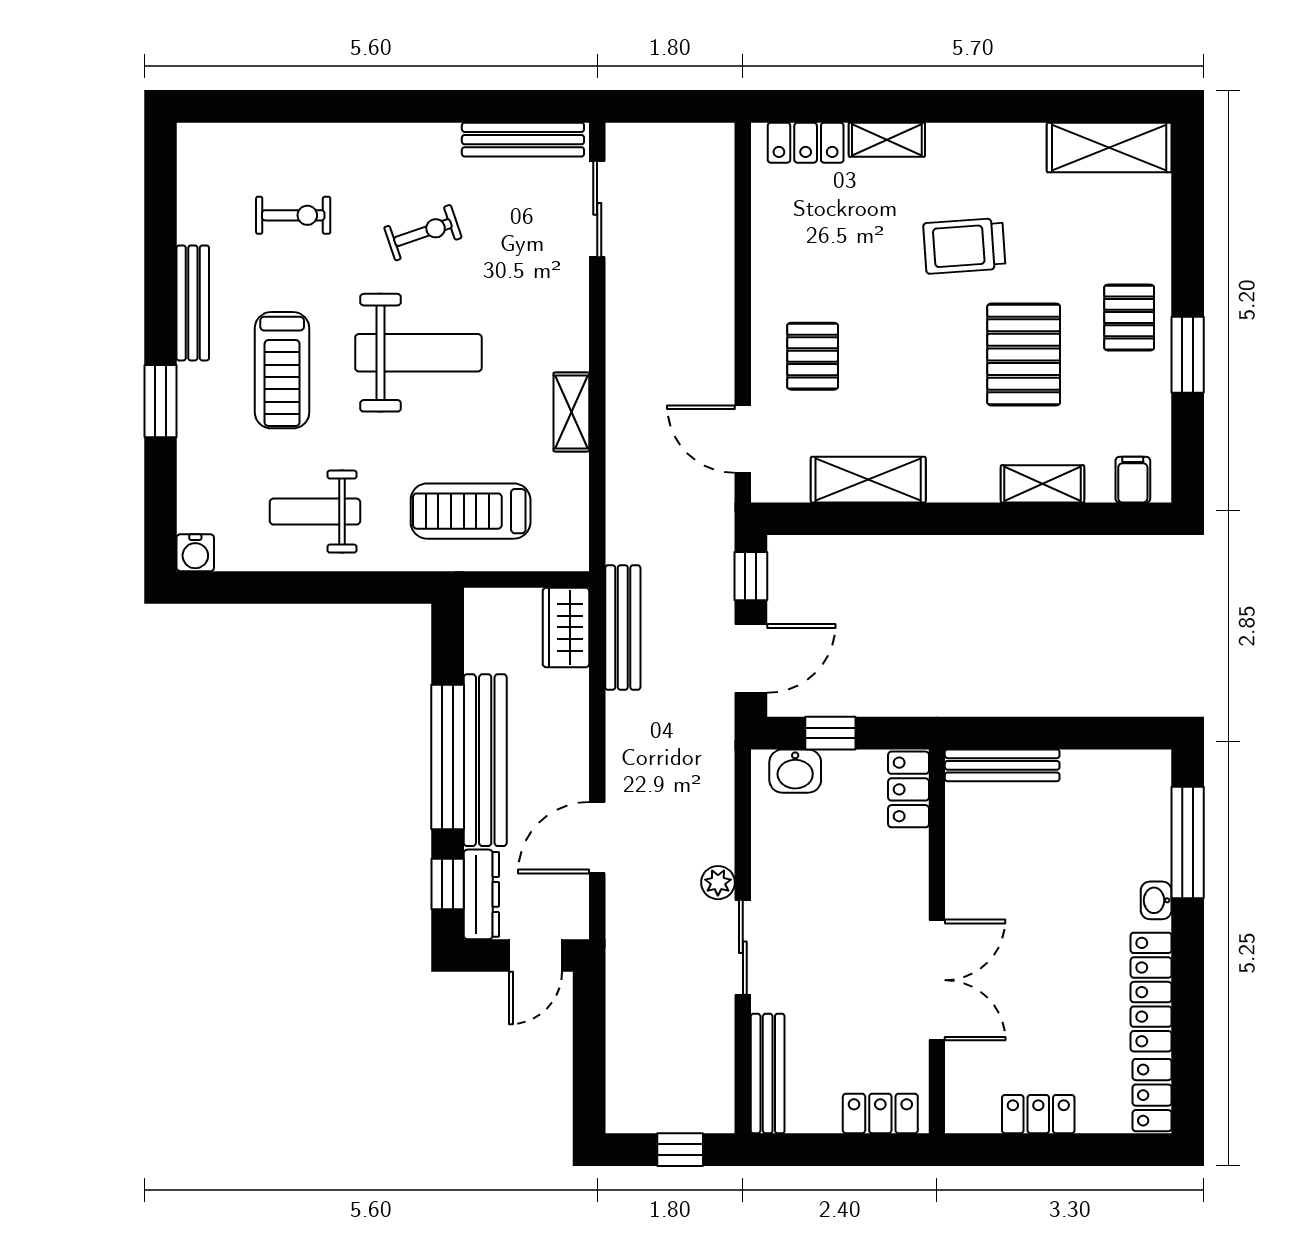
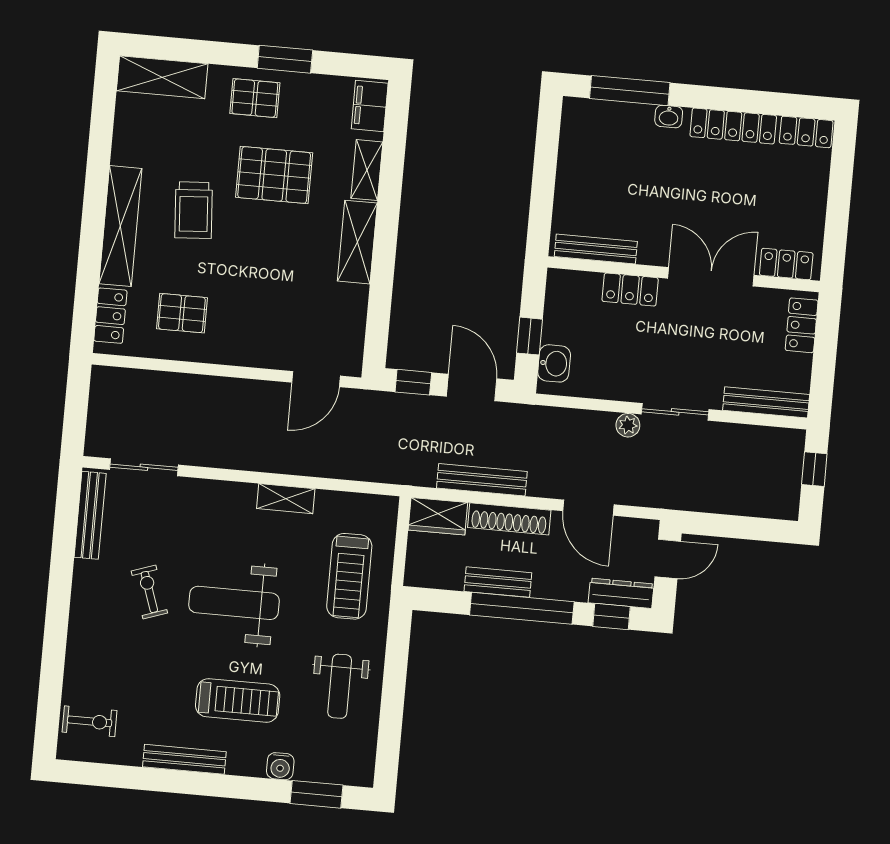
shelving: (887, 140) -> (120, 226), width x2.20, depth x1.33
shelving: (1109, 147) -> (162, 77), moved, turned 90
exercise bike: (293, 215) -> (90, 721), moved, turned 90
weight bench: (418, 353) -> (234, 603), turned -90
pallet: (813, 356) -> (182, 313), moved
window: (160, 401) -> (316, 794), moved
shelving: (868, 480) -> (357, 242), moved
filing cabinet: (1133, 480) -> (370, 106), width x2.00
water cooler: (195, 553) -> (280, 766), moved, turned 90
bench: (623, 627) -> (482, 480), moved
shoe rack: (571, 728) -> (509, 519), added
bench: (485, 760) -> (498, 582), width x0.54, depth x0.82
bench: (1002, 765) -> (596, 249), moved, turned 90
locker: (909, 789) -> (630, 290), moved
door: (536, 956) -> (668, 559), hinge flipped
locker: (1038, 1114) -> (786, 264), moved, turned 90

